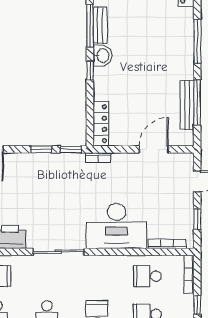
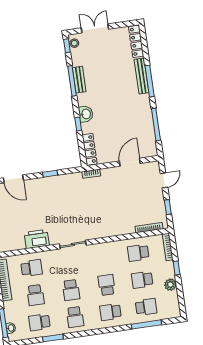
washbasin: (102, 56) -> (86, 114), moved
window: (90, 71) -> (78, 124), moved
bench: (187, 105) -> (142, 76), moved
window: (71, 149) -> (71, 171), removed
desk: (116, 226) -> (111, 220), removed
sliding door: (58, 252) -> (73, 245), width x0.73

